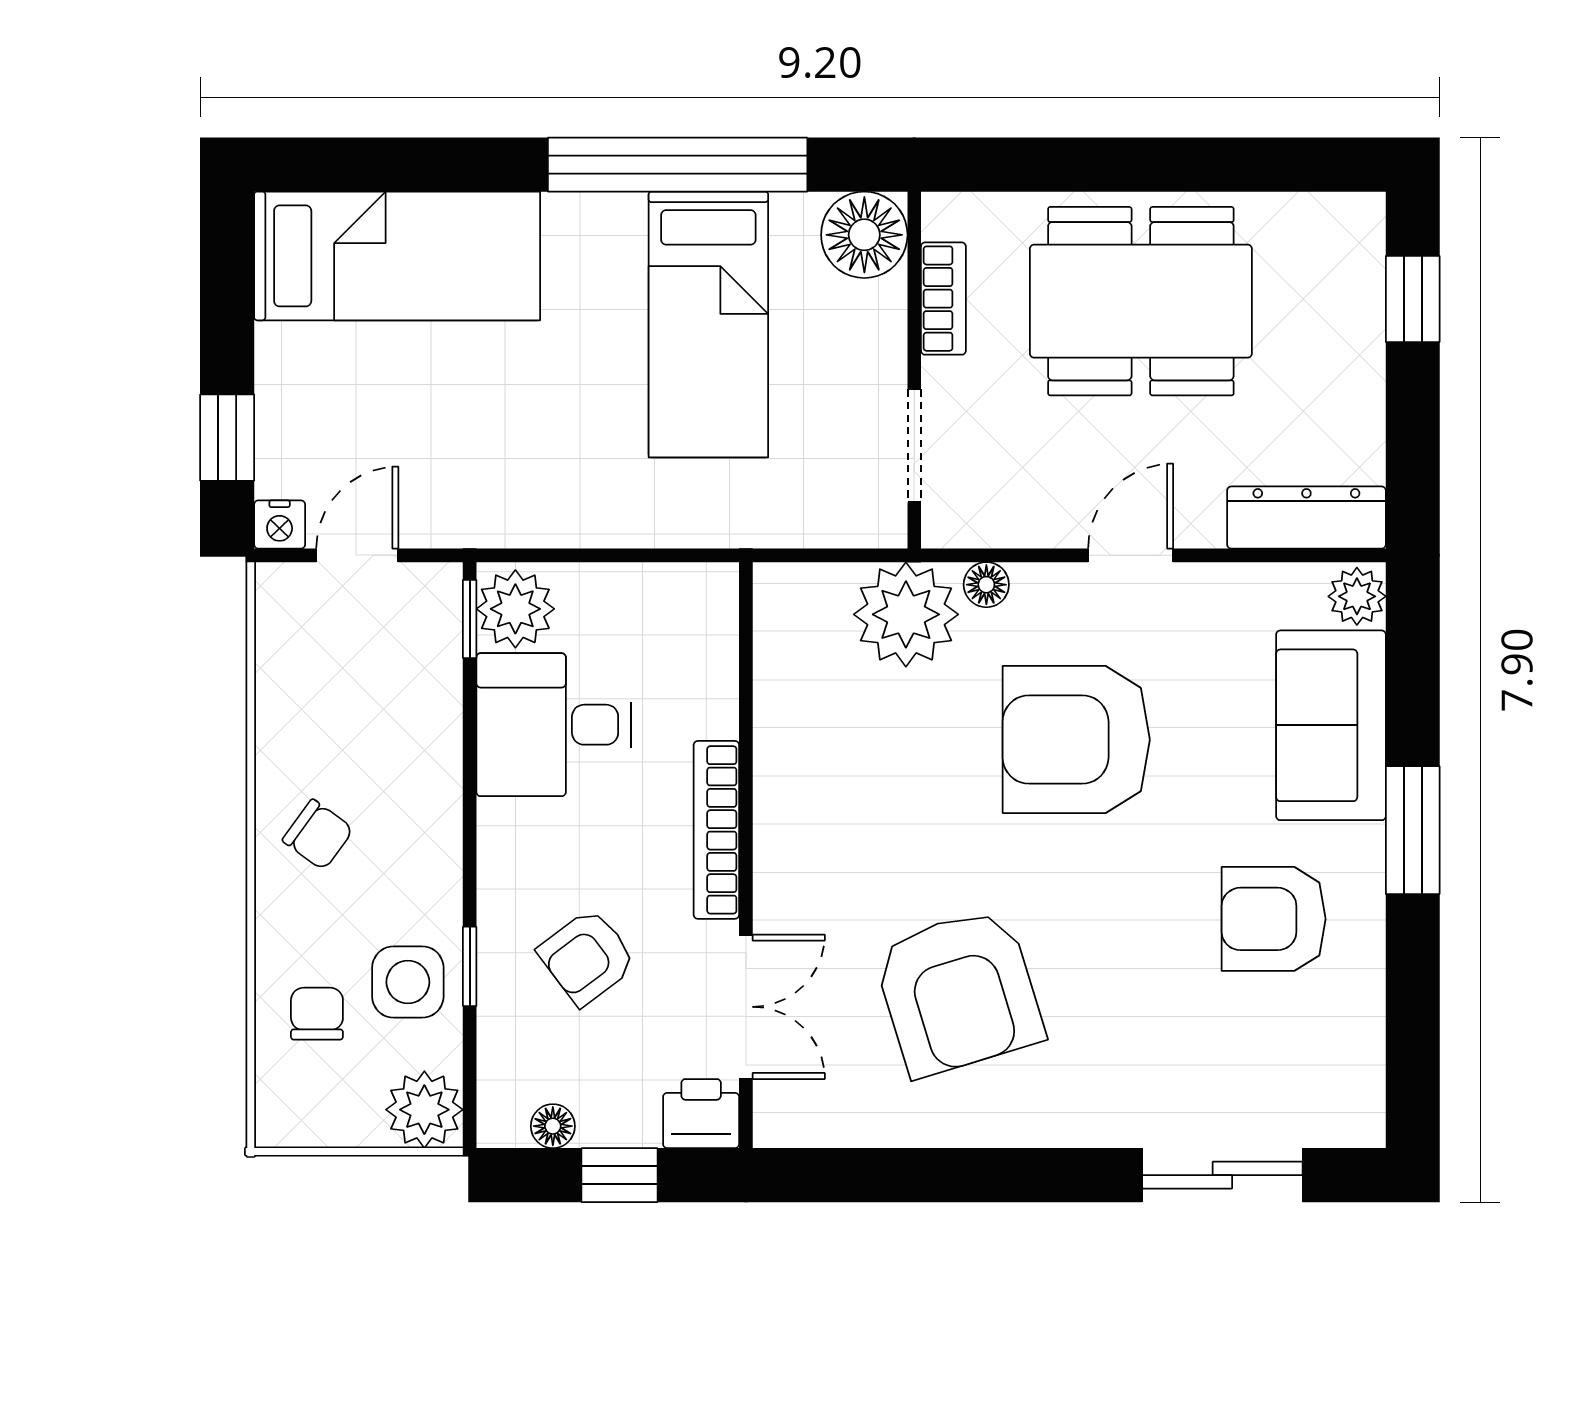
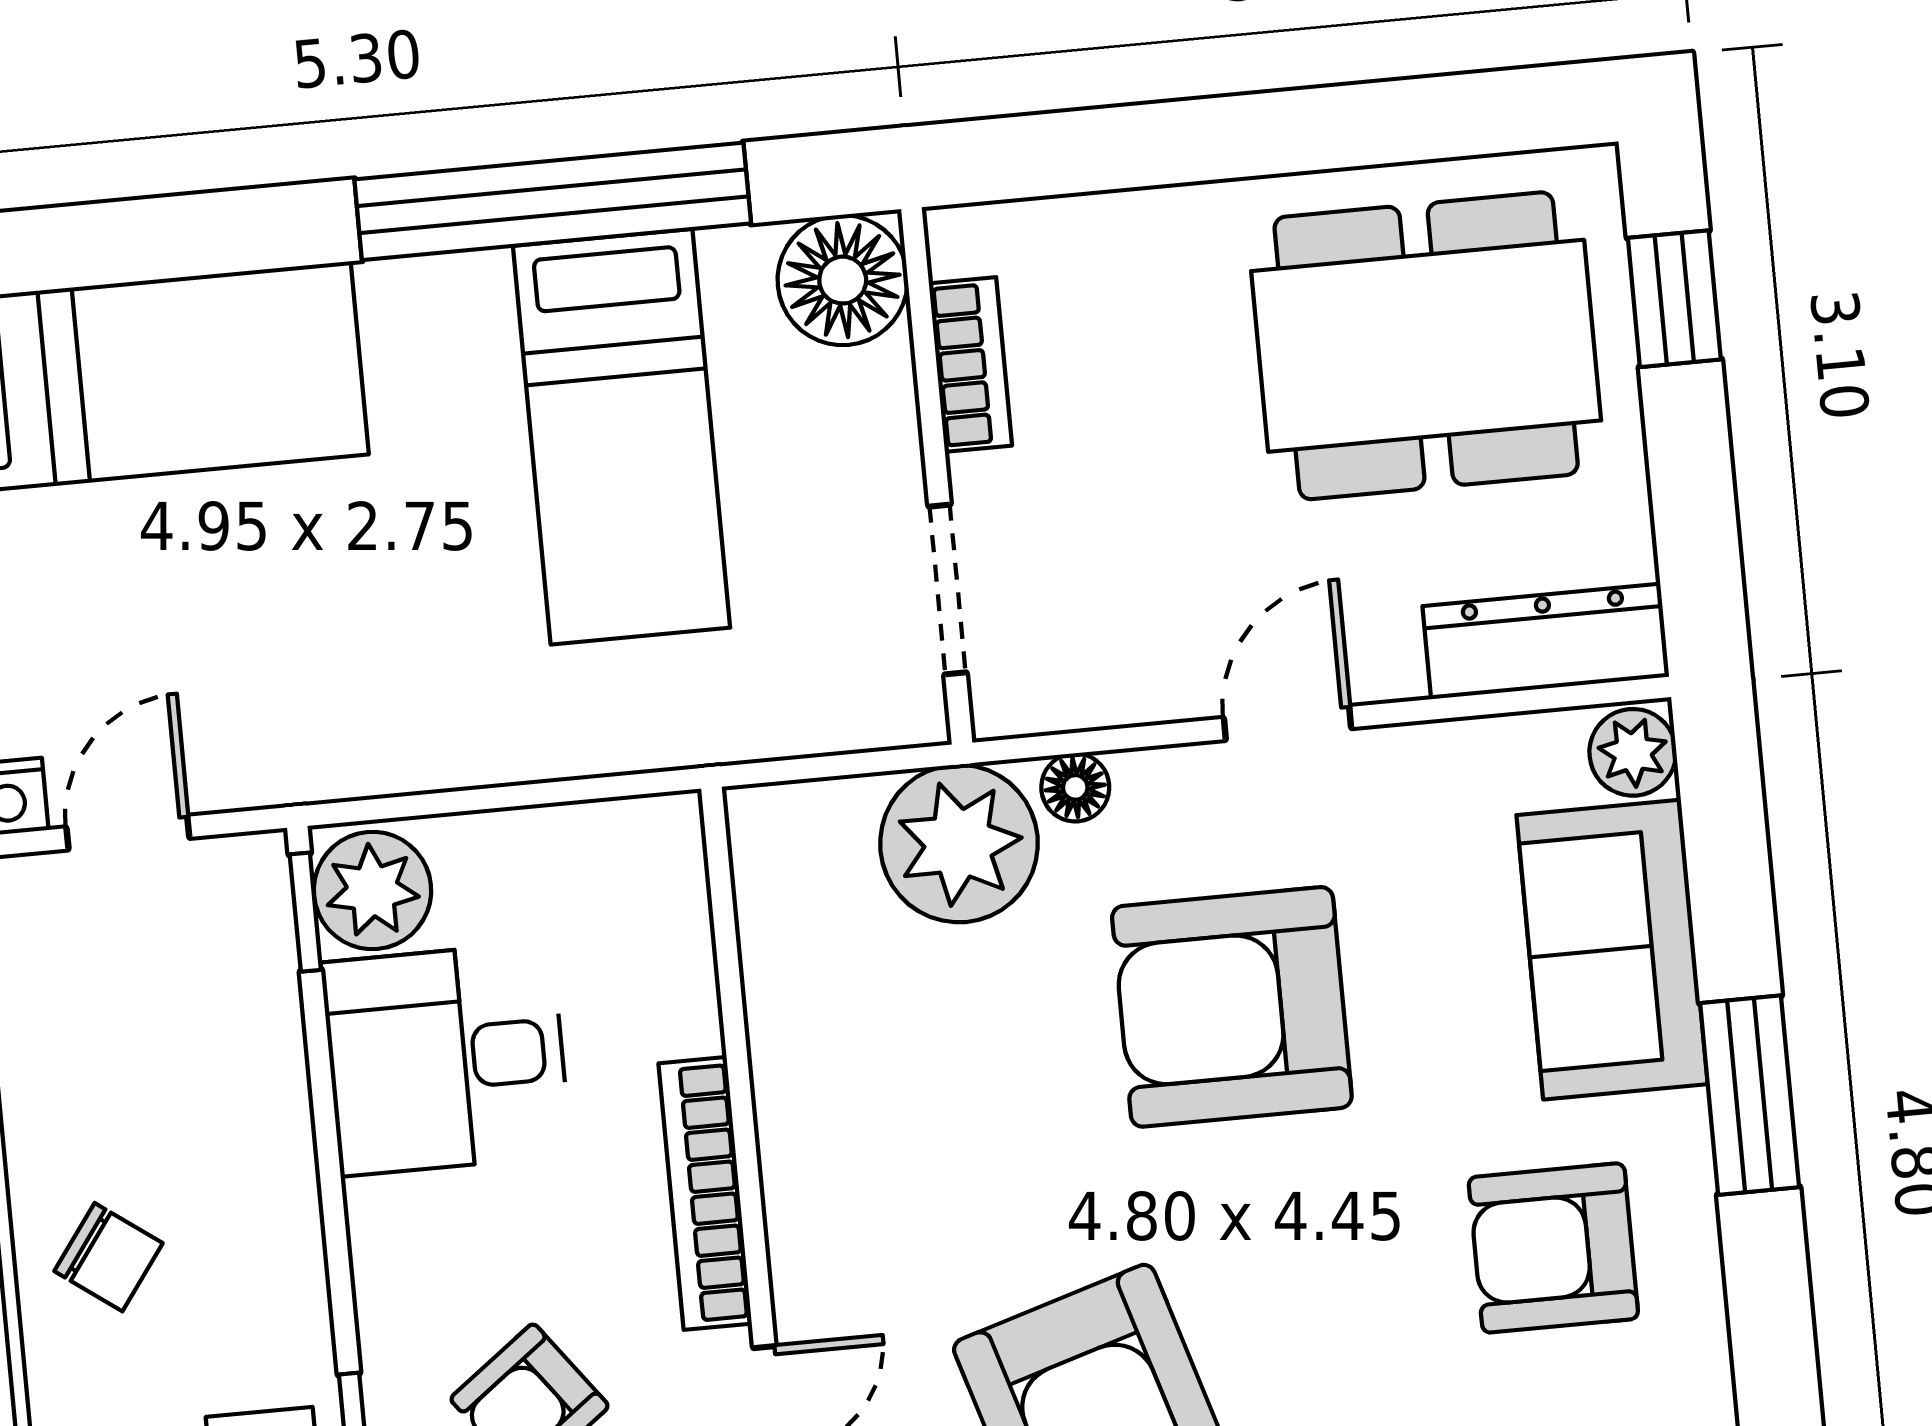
dining table: (1141, 301) -> (1426, 346), moved

